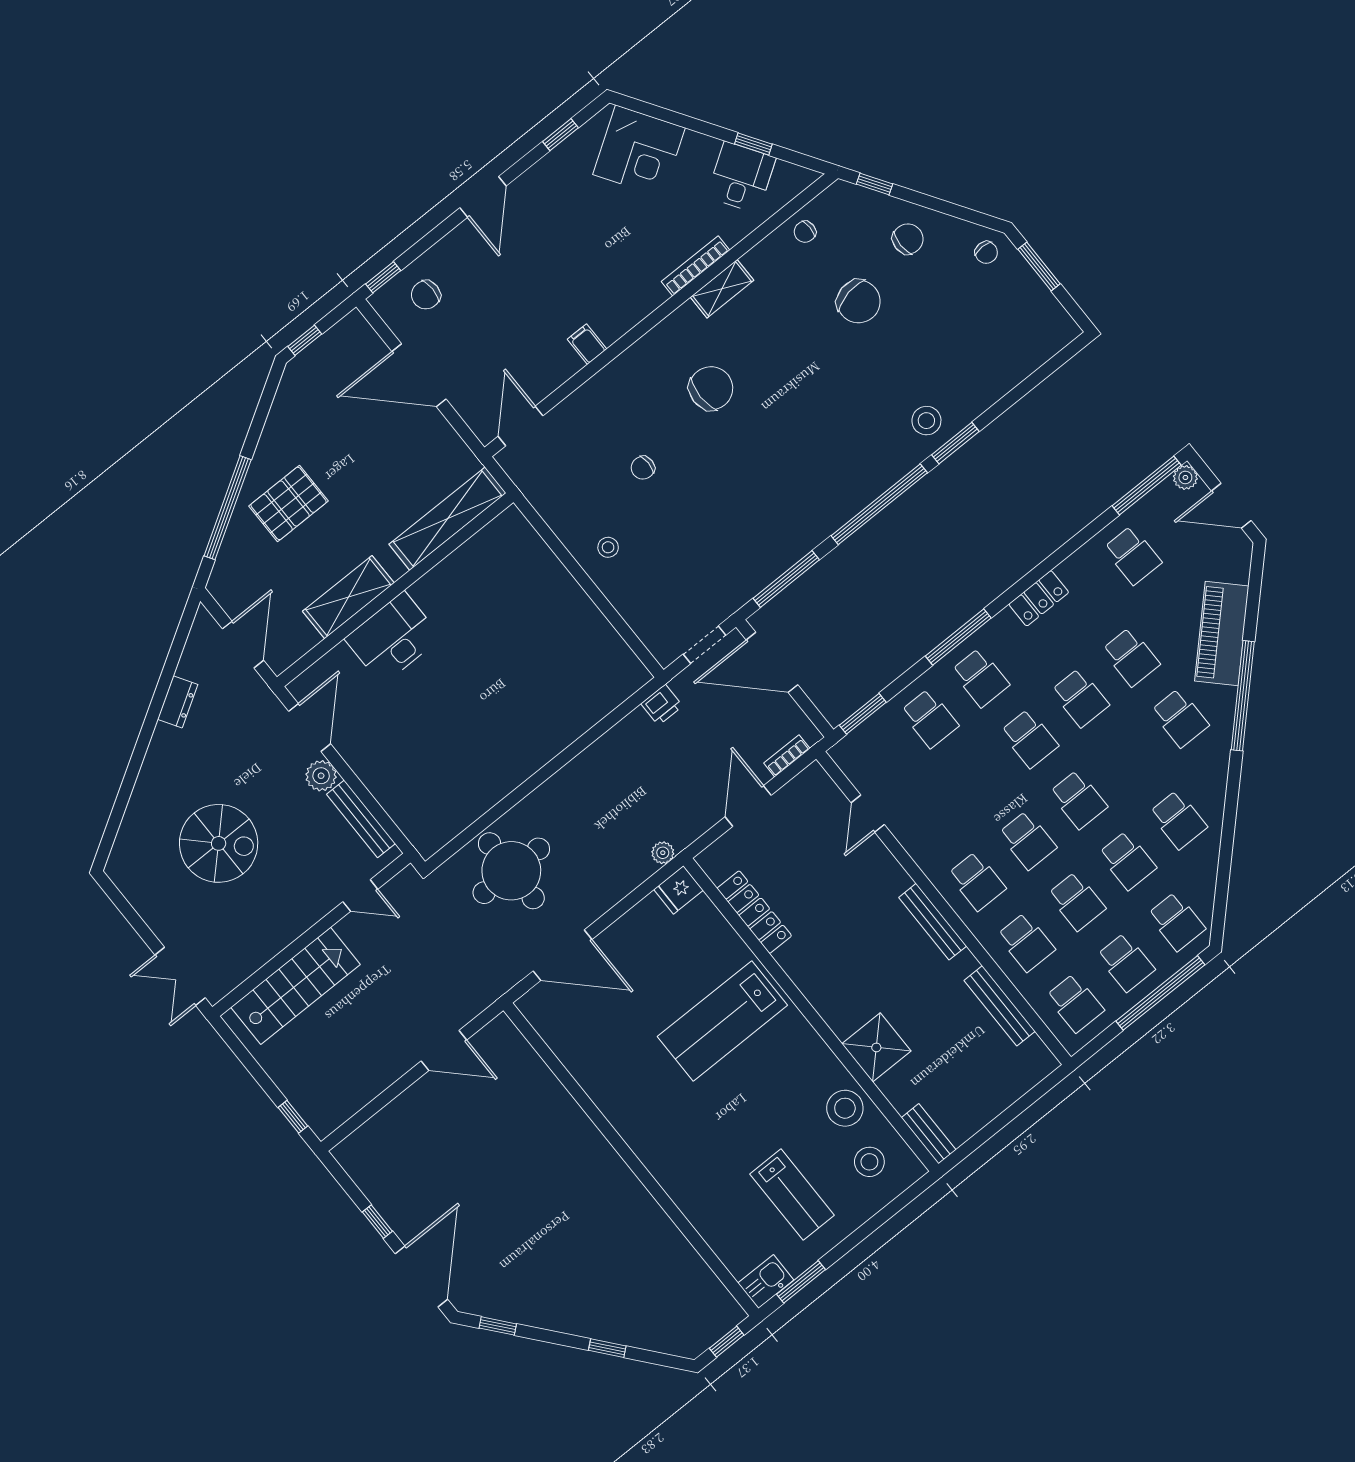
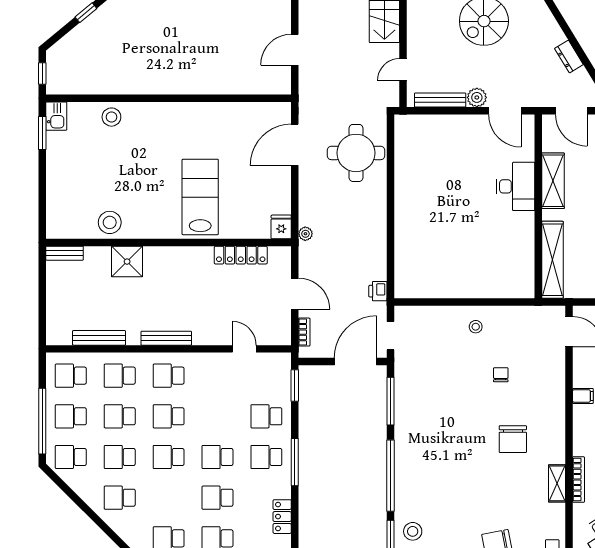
stool: (869, 1162) -> (111, 117), moved
lab bench: (792, 1195) -> (88, 163), removed

